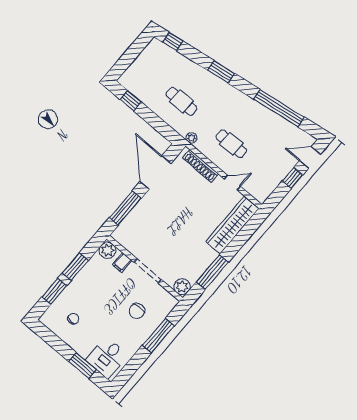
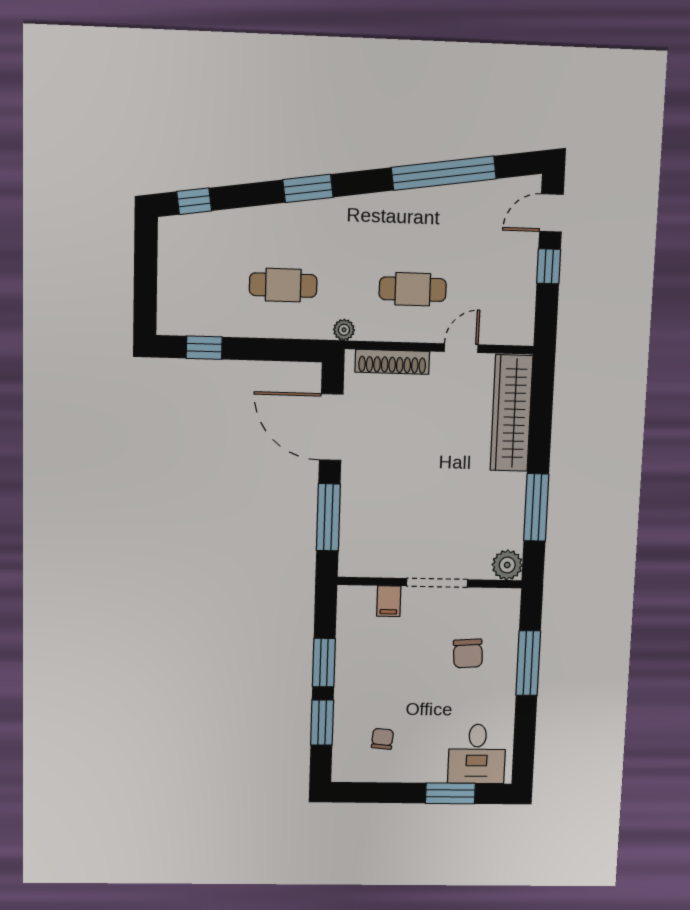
plant: (107, 250) -> (352, 601), removed

